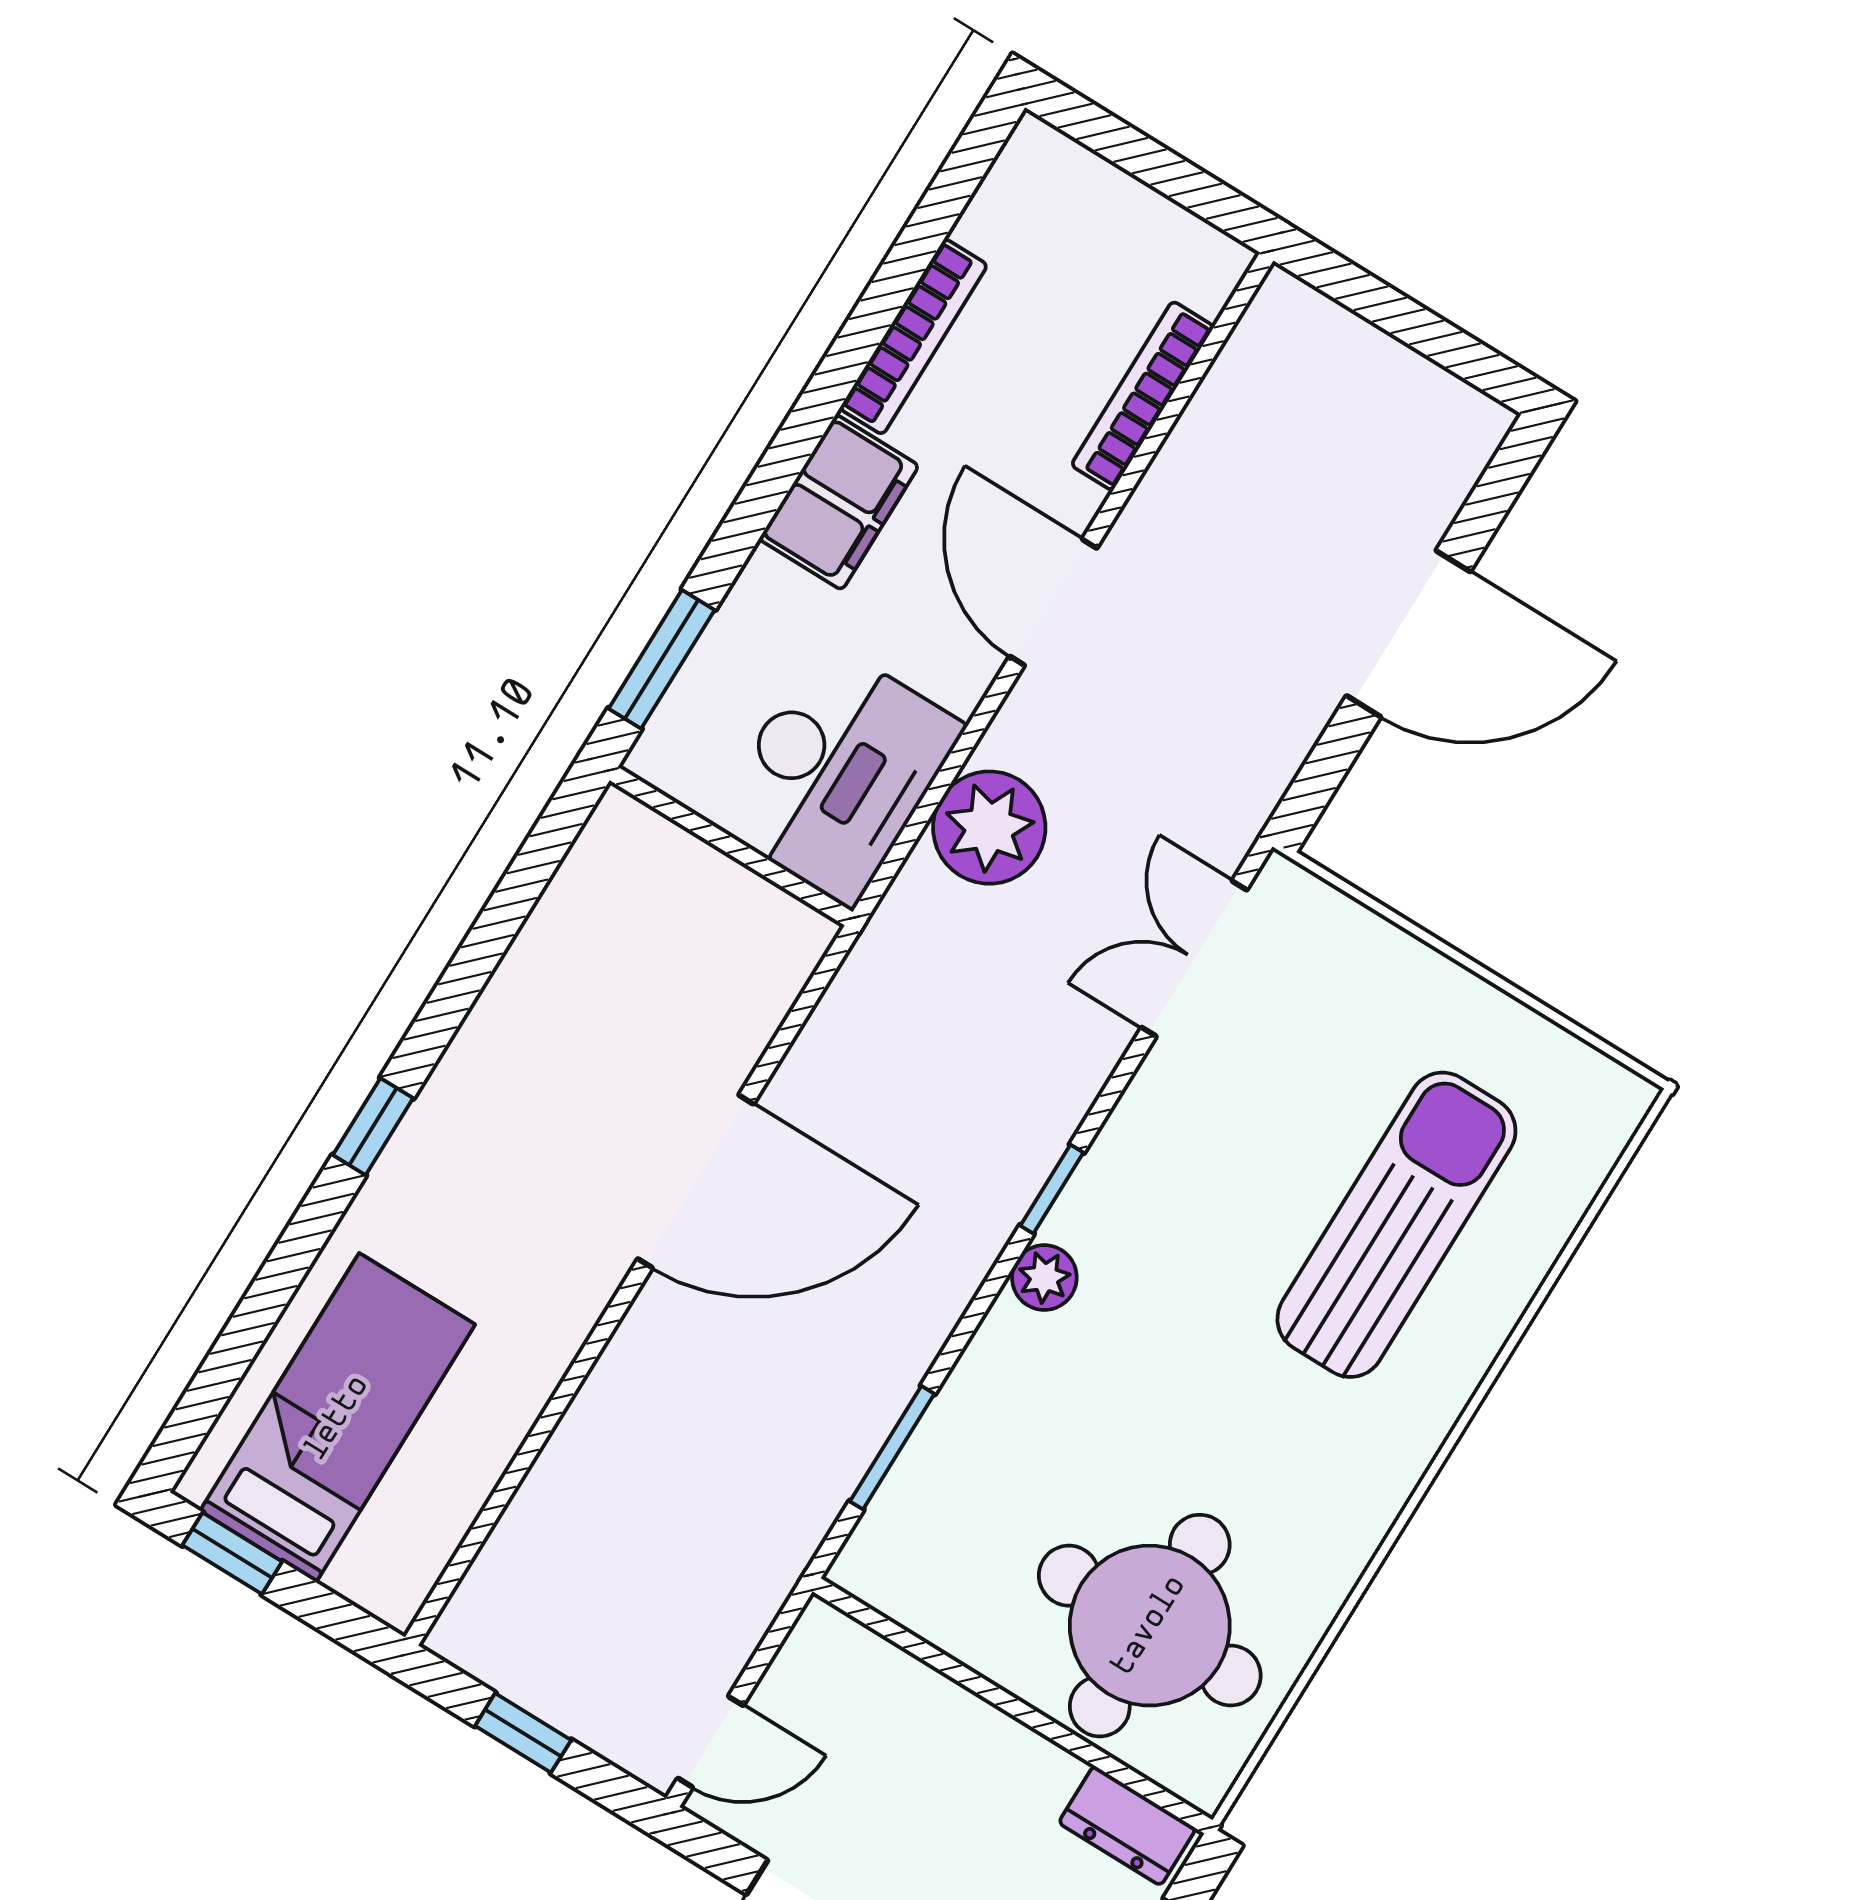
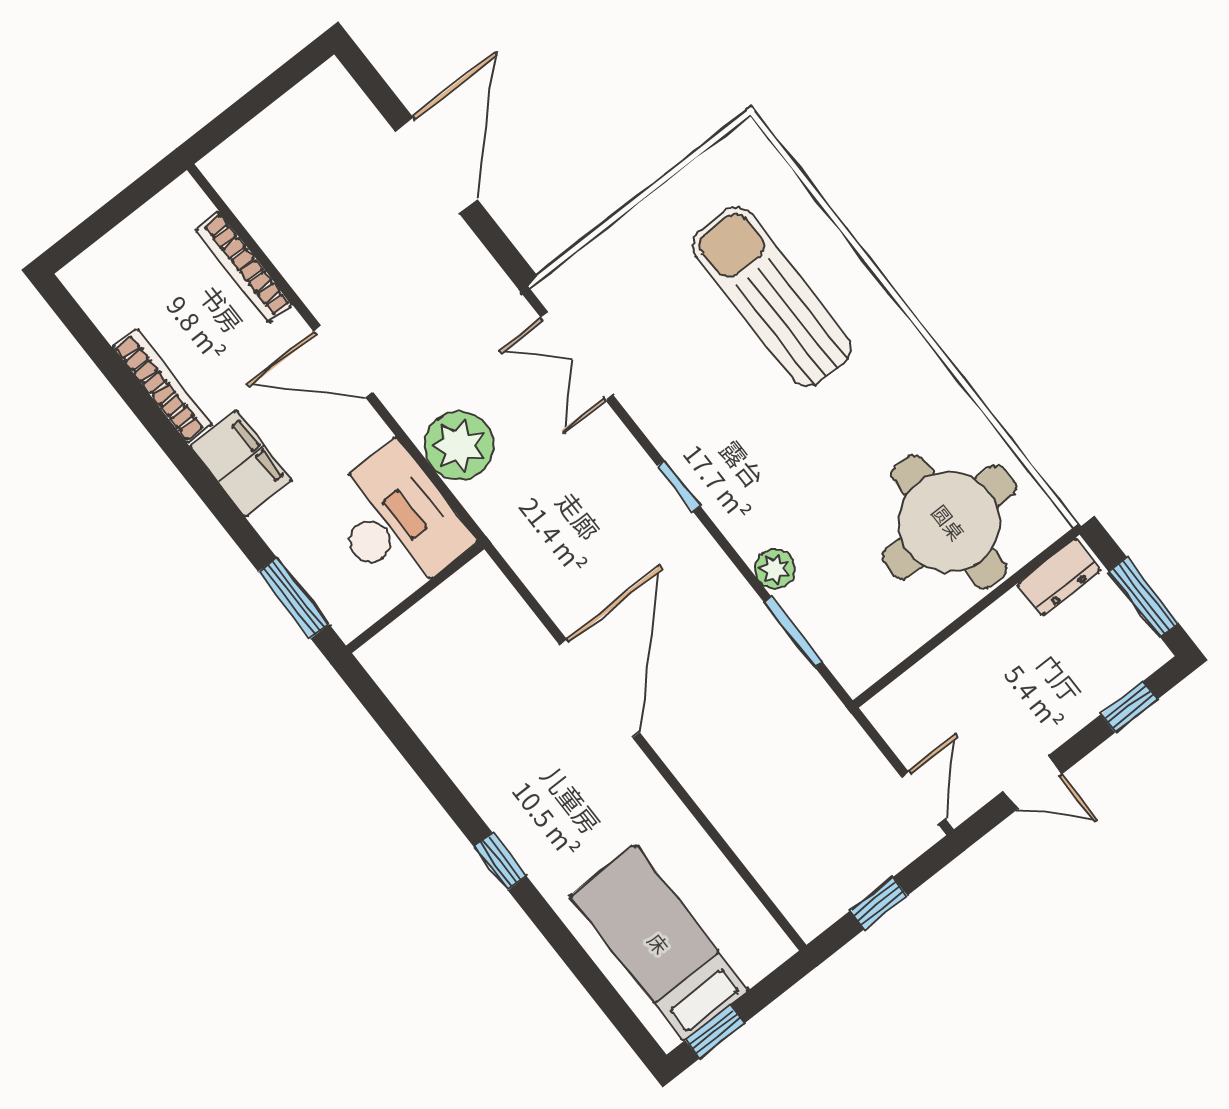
plant: (1044, 1278) -> (775, 569), moved

